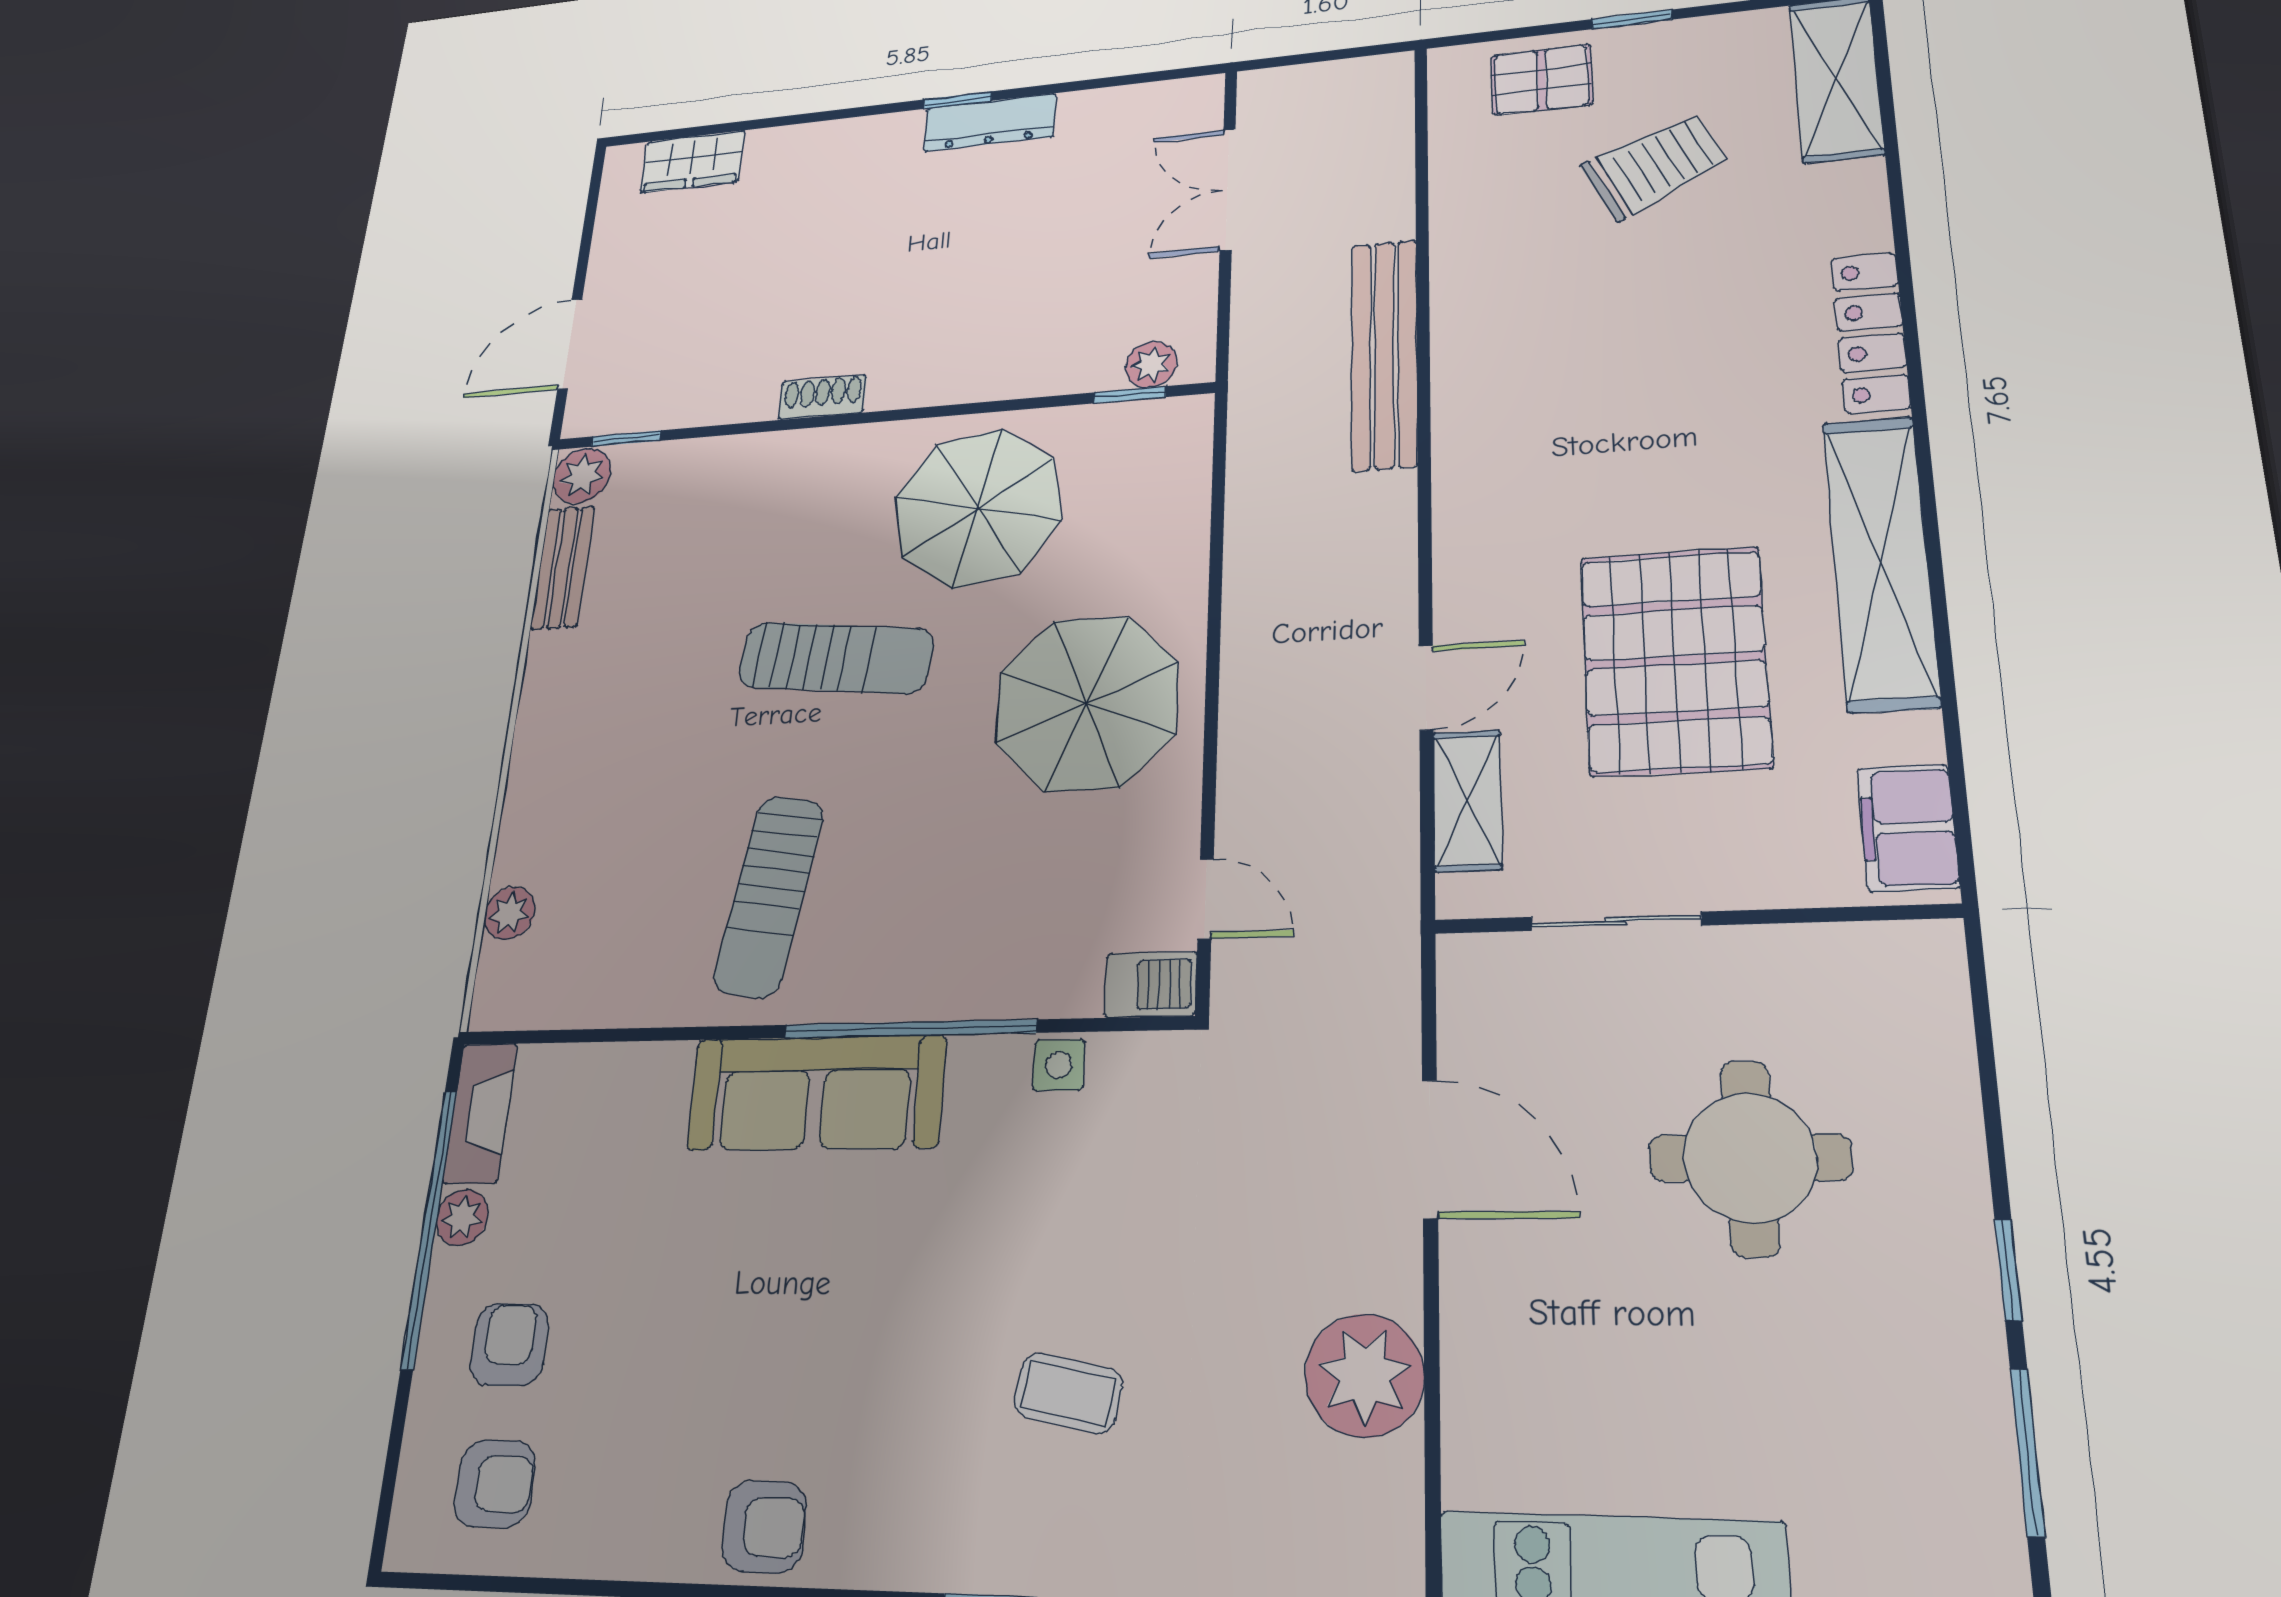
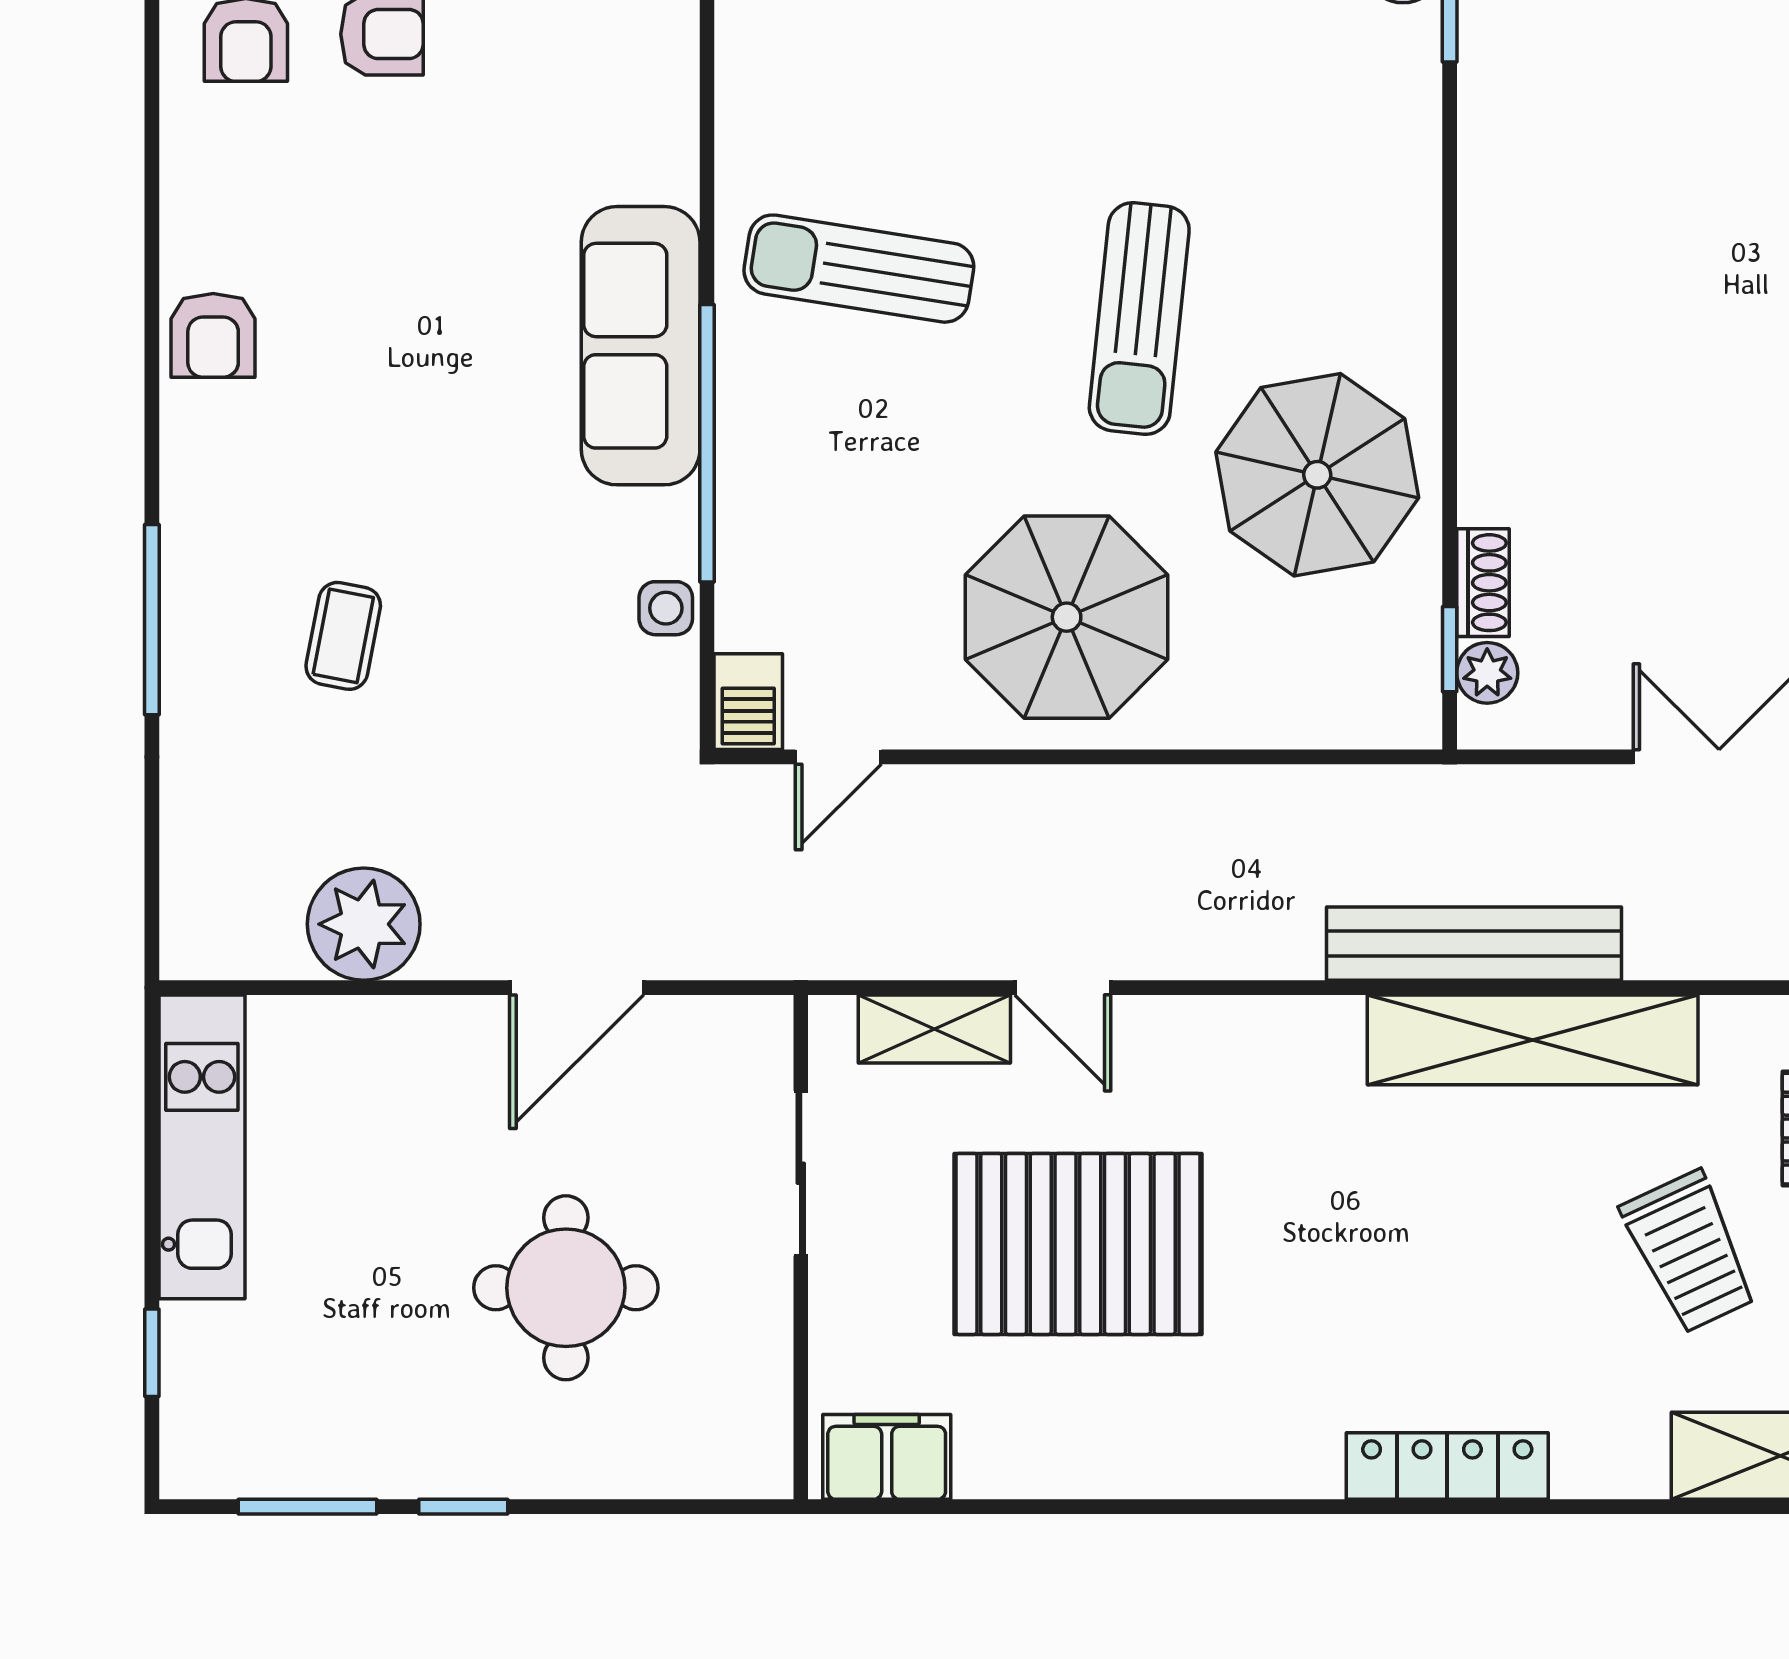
shoe rack: (822, 397) -> (1483, 583), moved
shelving: (1880, 562) -> (1533, 1040), moved

